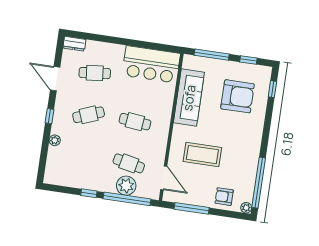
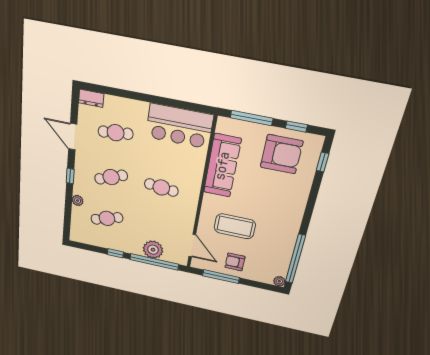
armchair: (238, 96) -> (282, 154), moved
cafe table: (129, 163) -> (107, 218), moved, turned -30
armchair: (224, 197) -> (235, 262), moved

